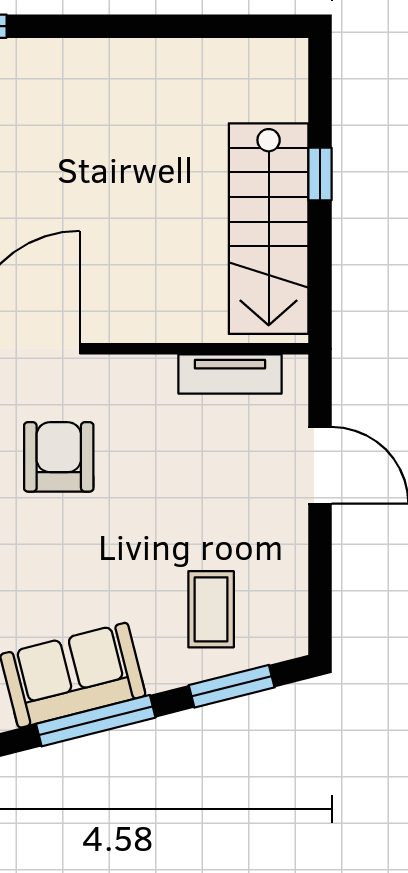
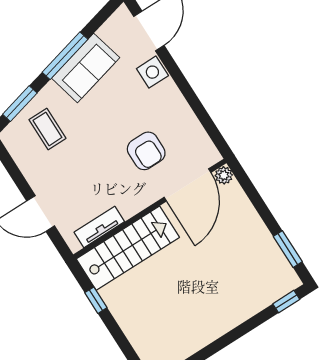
window: (320, 174) -> (96, 300), moved
stairs: (269, 229) -> (128, 248), moved, turned 90

